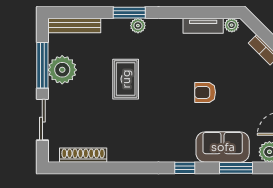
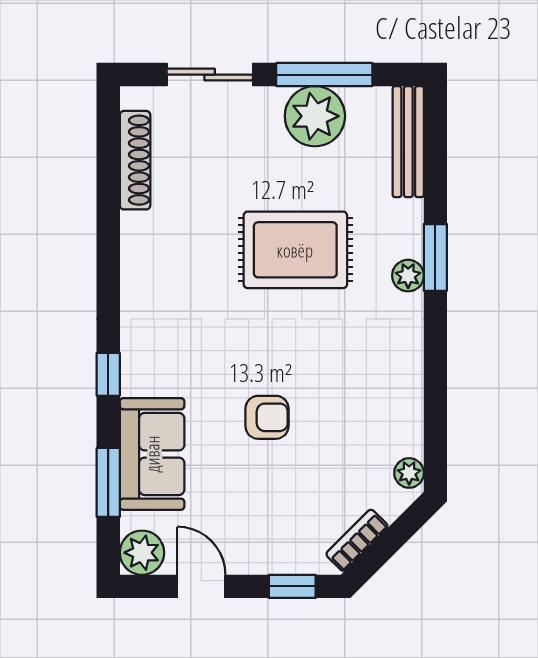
tv unit: (203, 26) -> (408, 413), removed
rug: (126, 79) -> (295, 250), width x1.36, depth x1.43
armchair: (205, 92) -> (267, 417), turned 90

